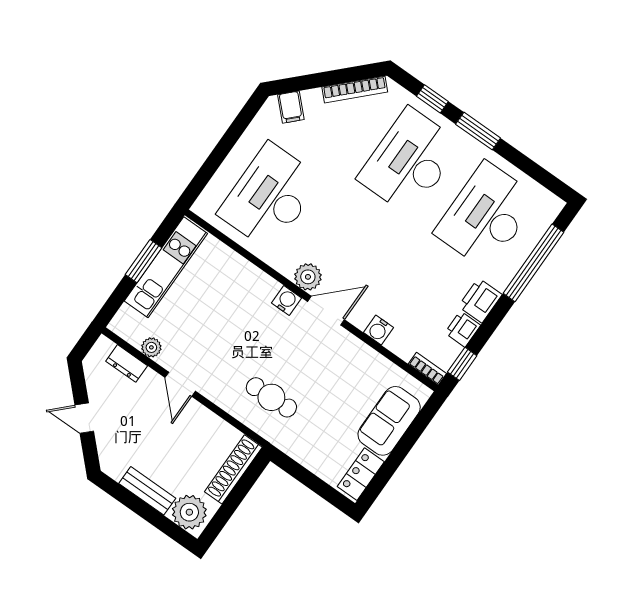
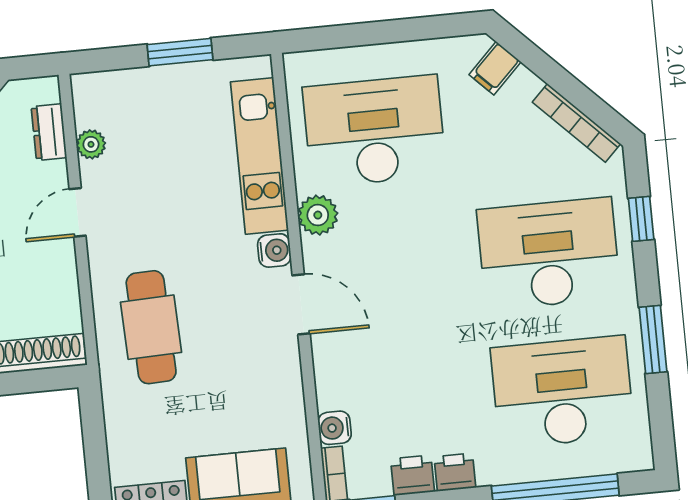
window: (478, 131) -> (653, 339), moved
kitchen unit: (166, 267) -> (259, 156), moved, turned 90
plant: (308, 277) -> (318, 215), moved
printer: (480, 300) -> (455, 472), width x0.73, depth x0.81
water cooler: (378, 330) -> (335, 428), moved
cafe table: (271, 397) -> (151, 327), width x1.37, depth x1.35

